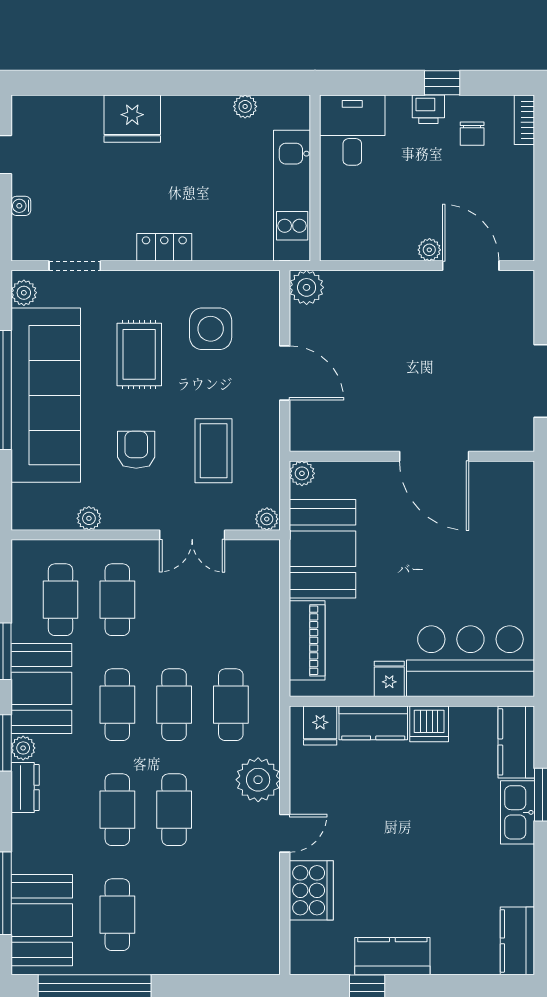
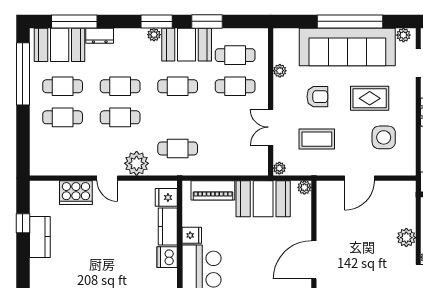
plant: (307, 287) -> (406, 238), moved
cafe table: (174, 705) -> (63, 117), moved
dresser: (25, 787) -> (100, 36), moved

